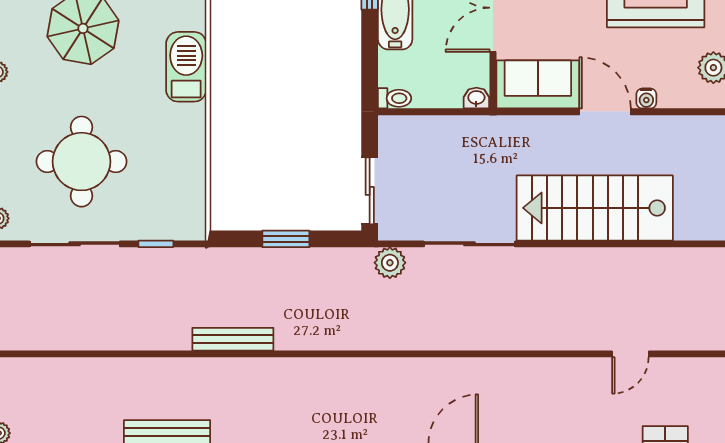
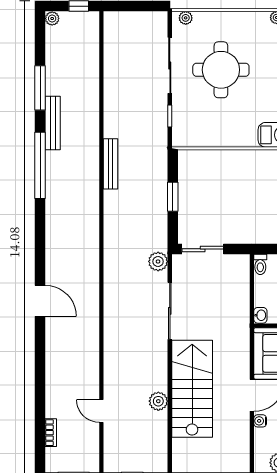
plant: (615, 262) -> (158, 401), added

